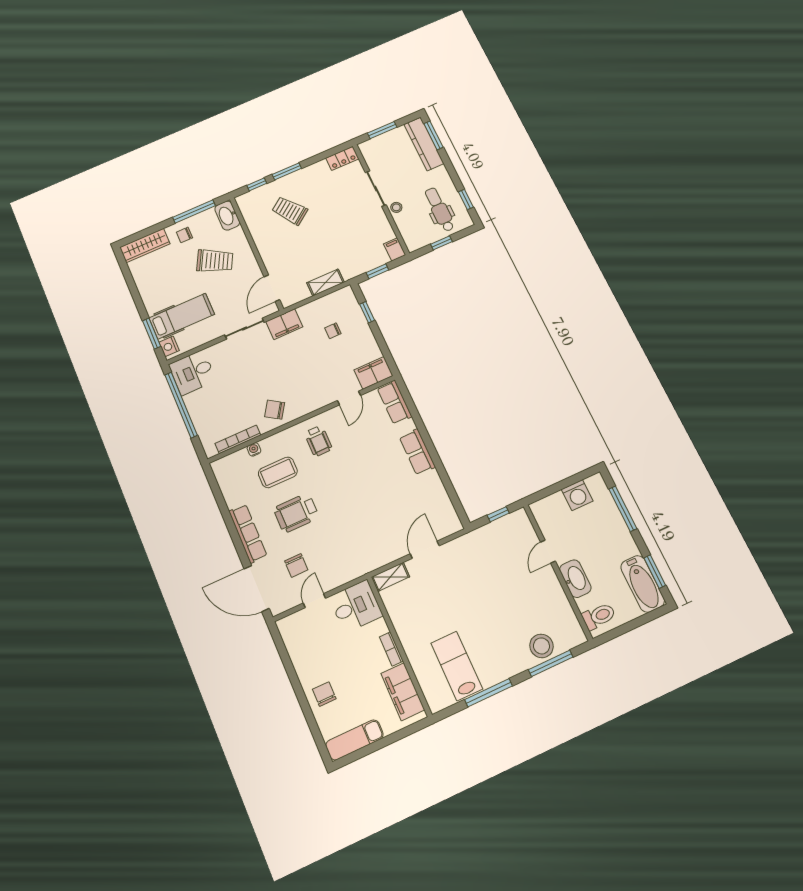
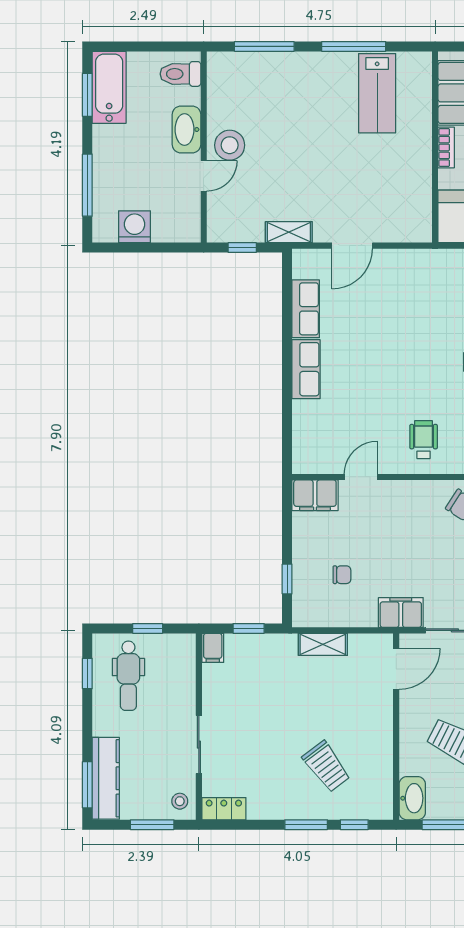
stool: (396, 207) -> (180, 801), moved
row of seats: (394, 402) -> (306, 309), moved
shelving: (390, 577) -> (289, 232), moved
stool: (541, 646) -> (230, 145), moved

